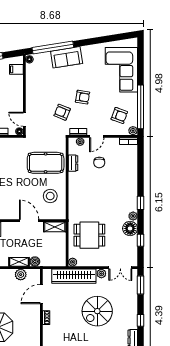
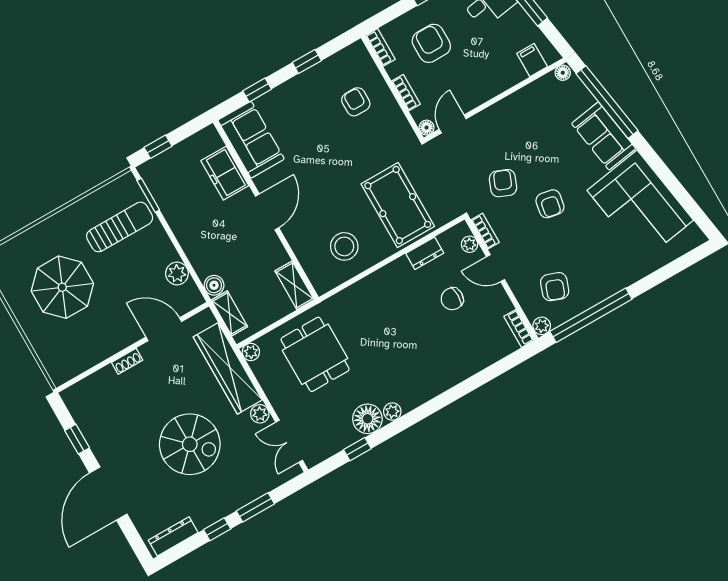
corner sofa: (121, 70) -> (640, 205), moved, turned -99
window: (141, 203) -> (423, 412), removed
door: (29, 221) -> (267, 212), moved
shelving: (19, 262) -> (229, 313), moved
window: (141, 285) -> (255, 507), moved
spiral stairs: (97, 311) -> (190, 444), turned 180

